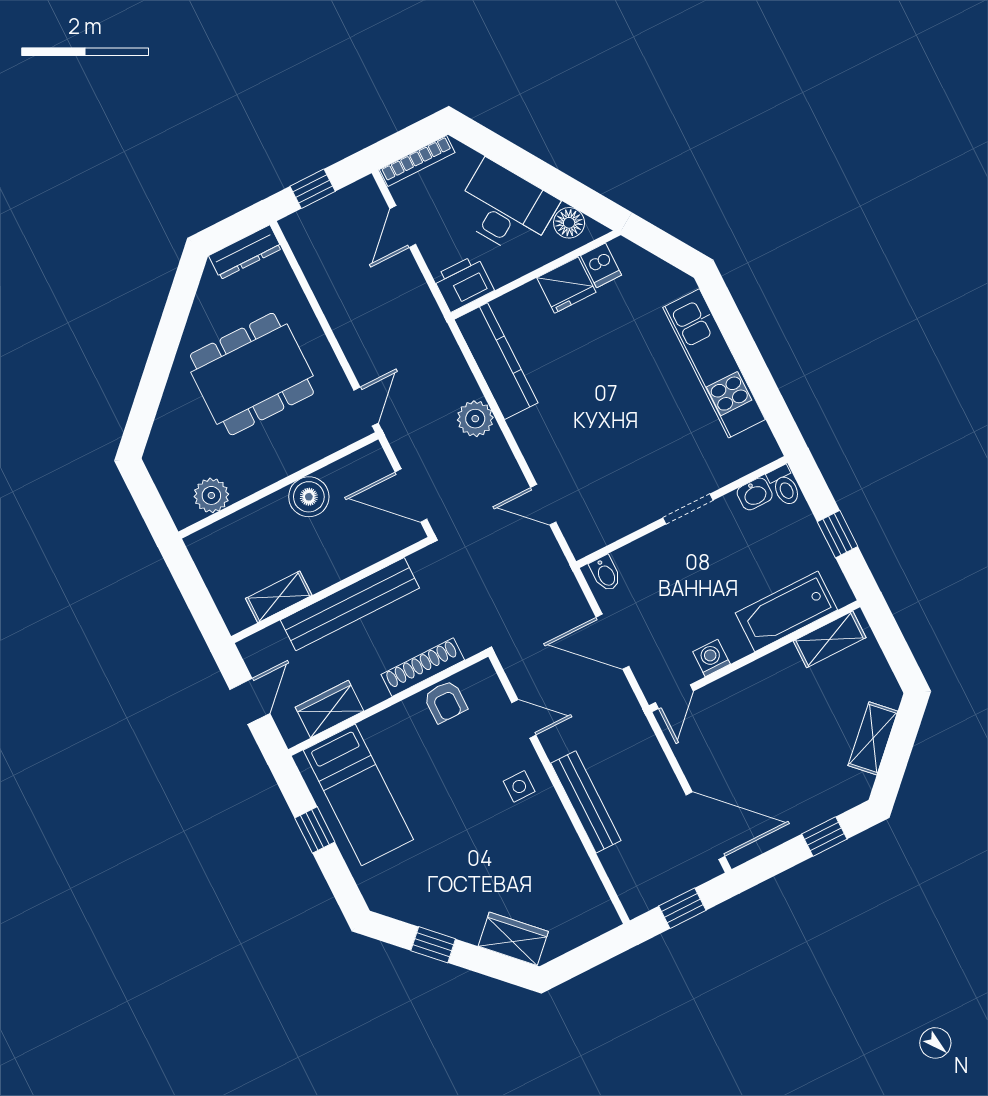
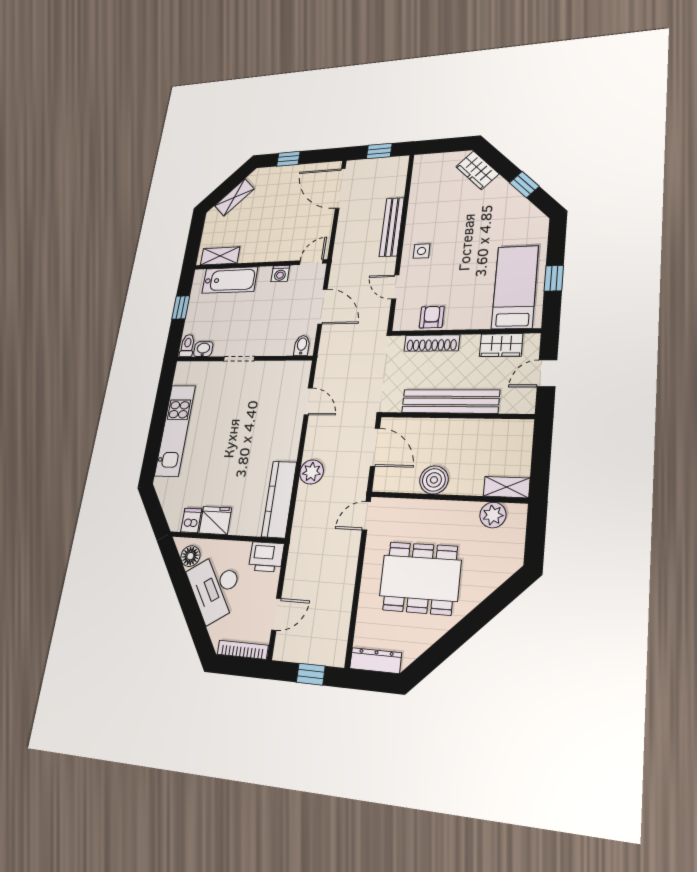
shelving: (279, 597) -> (507, 487), moved

